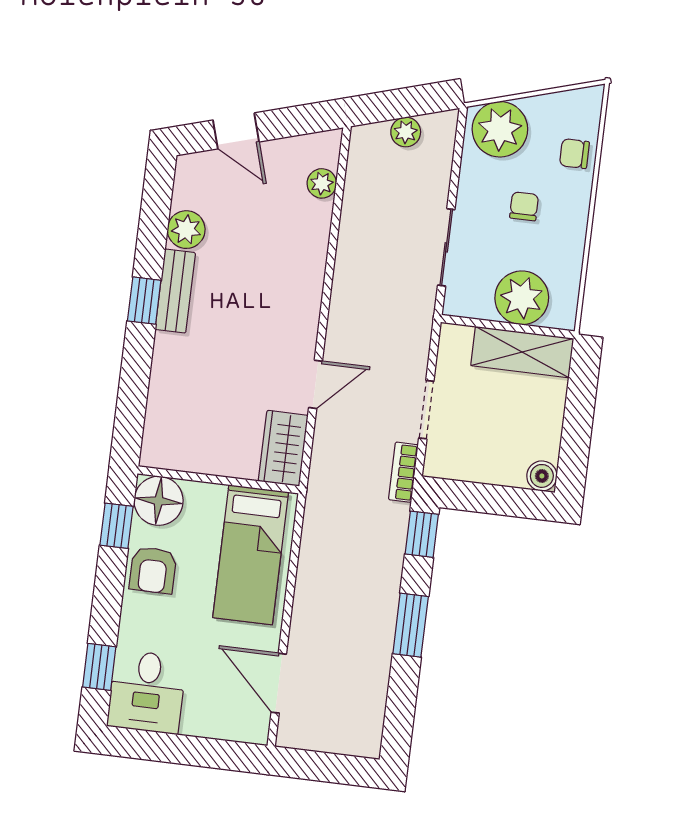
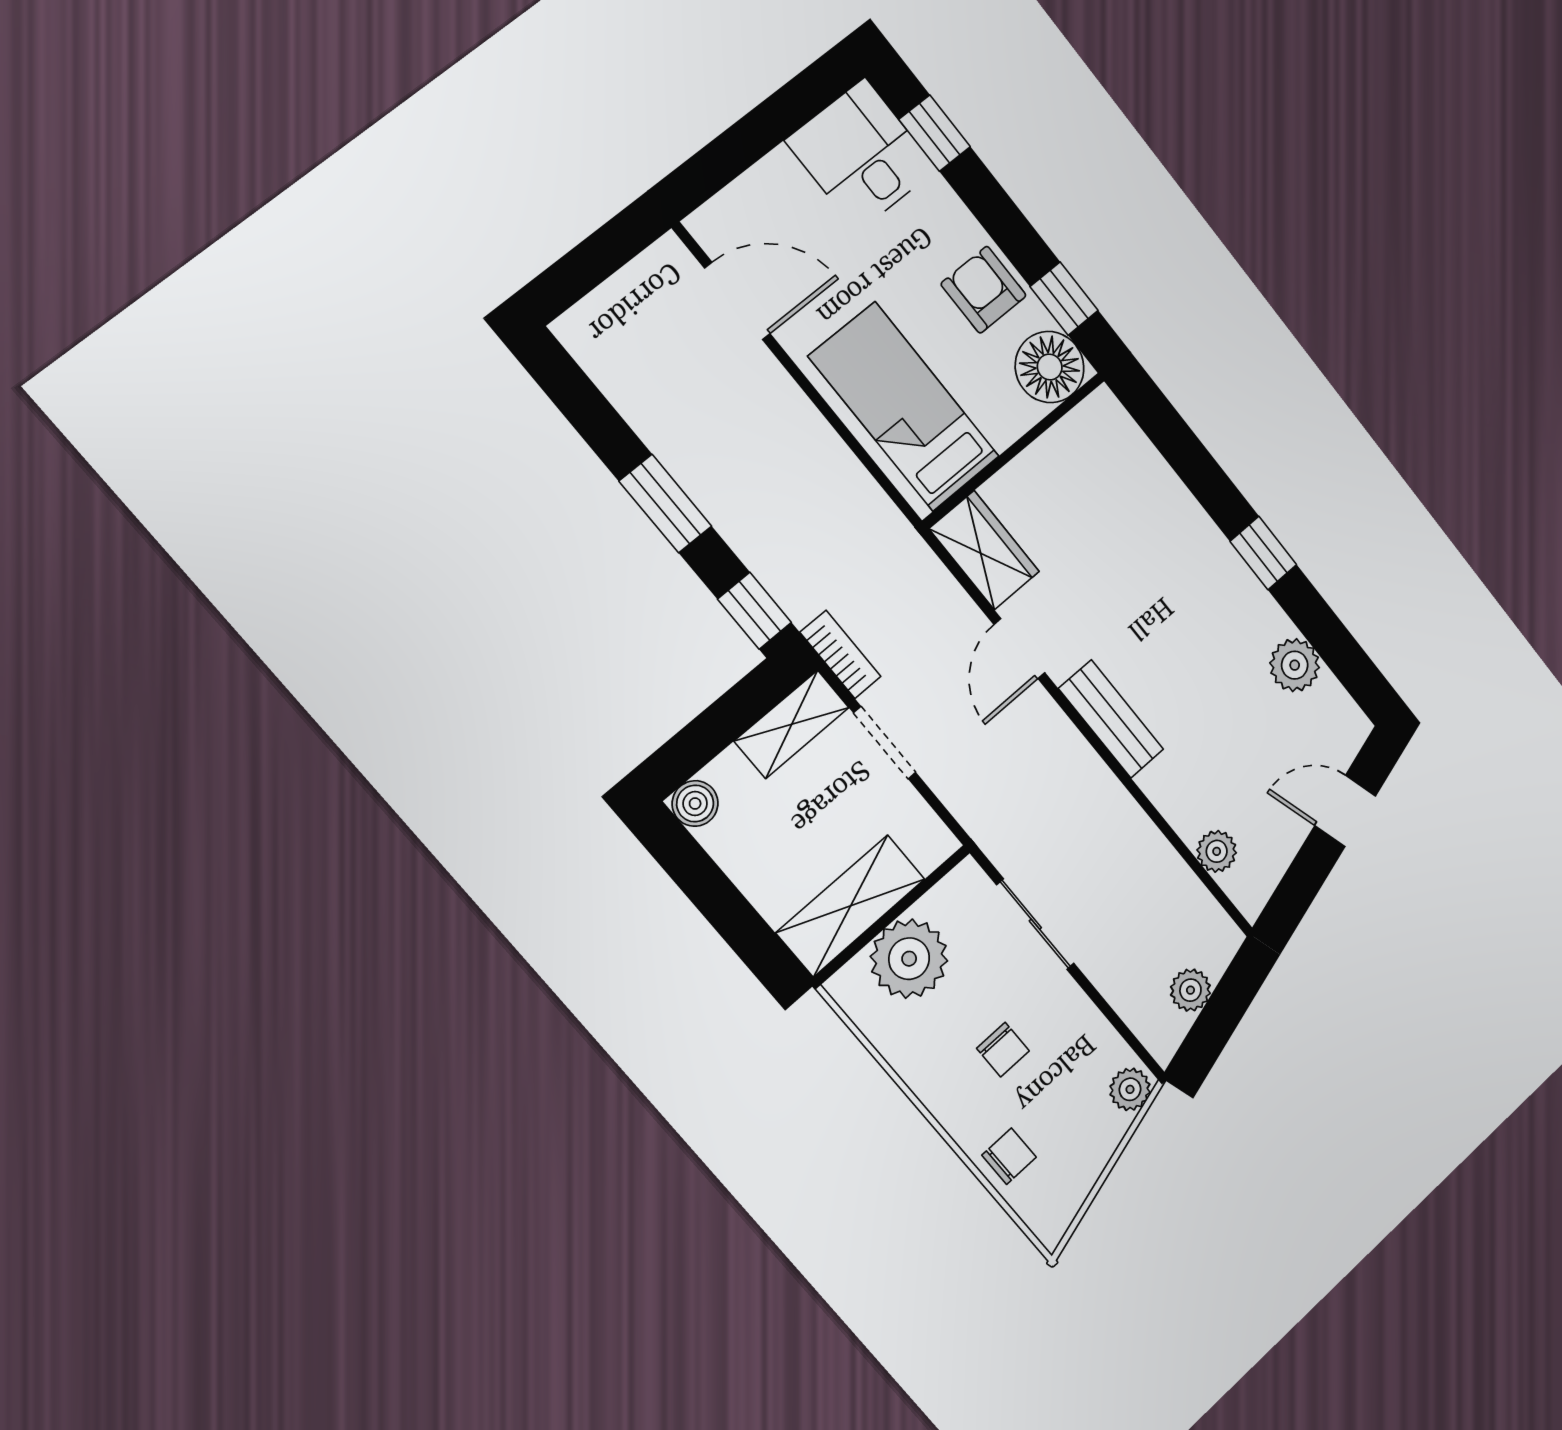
plant: (500, 129) -> (1130, 1089), width x0.53, depth x0.53
bench: (175, 291) -> (1111, 719), moved
shelving: (460, 464) -> (792, 724), added

